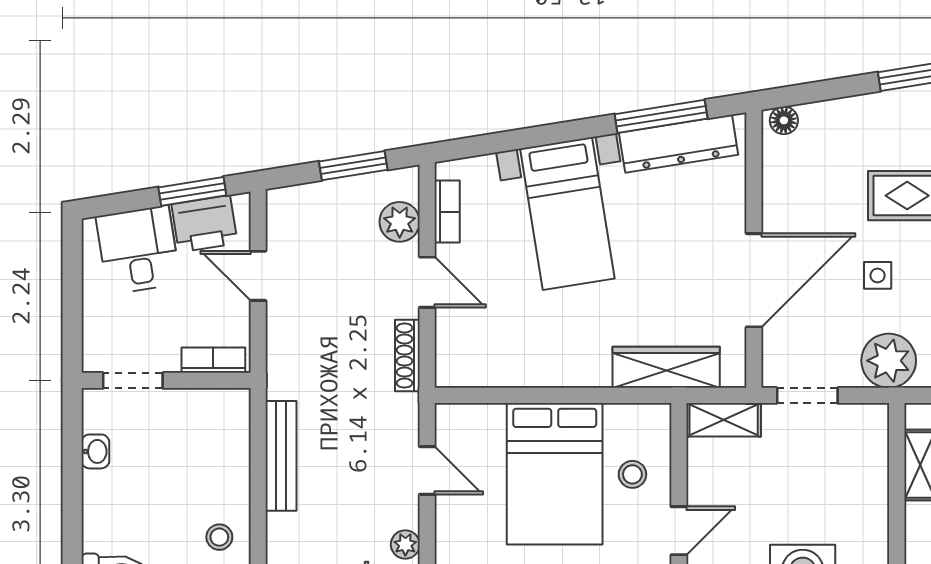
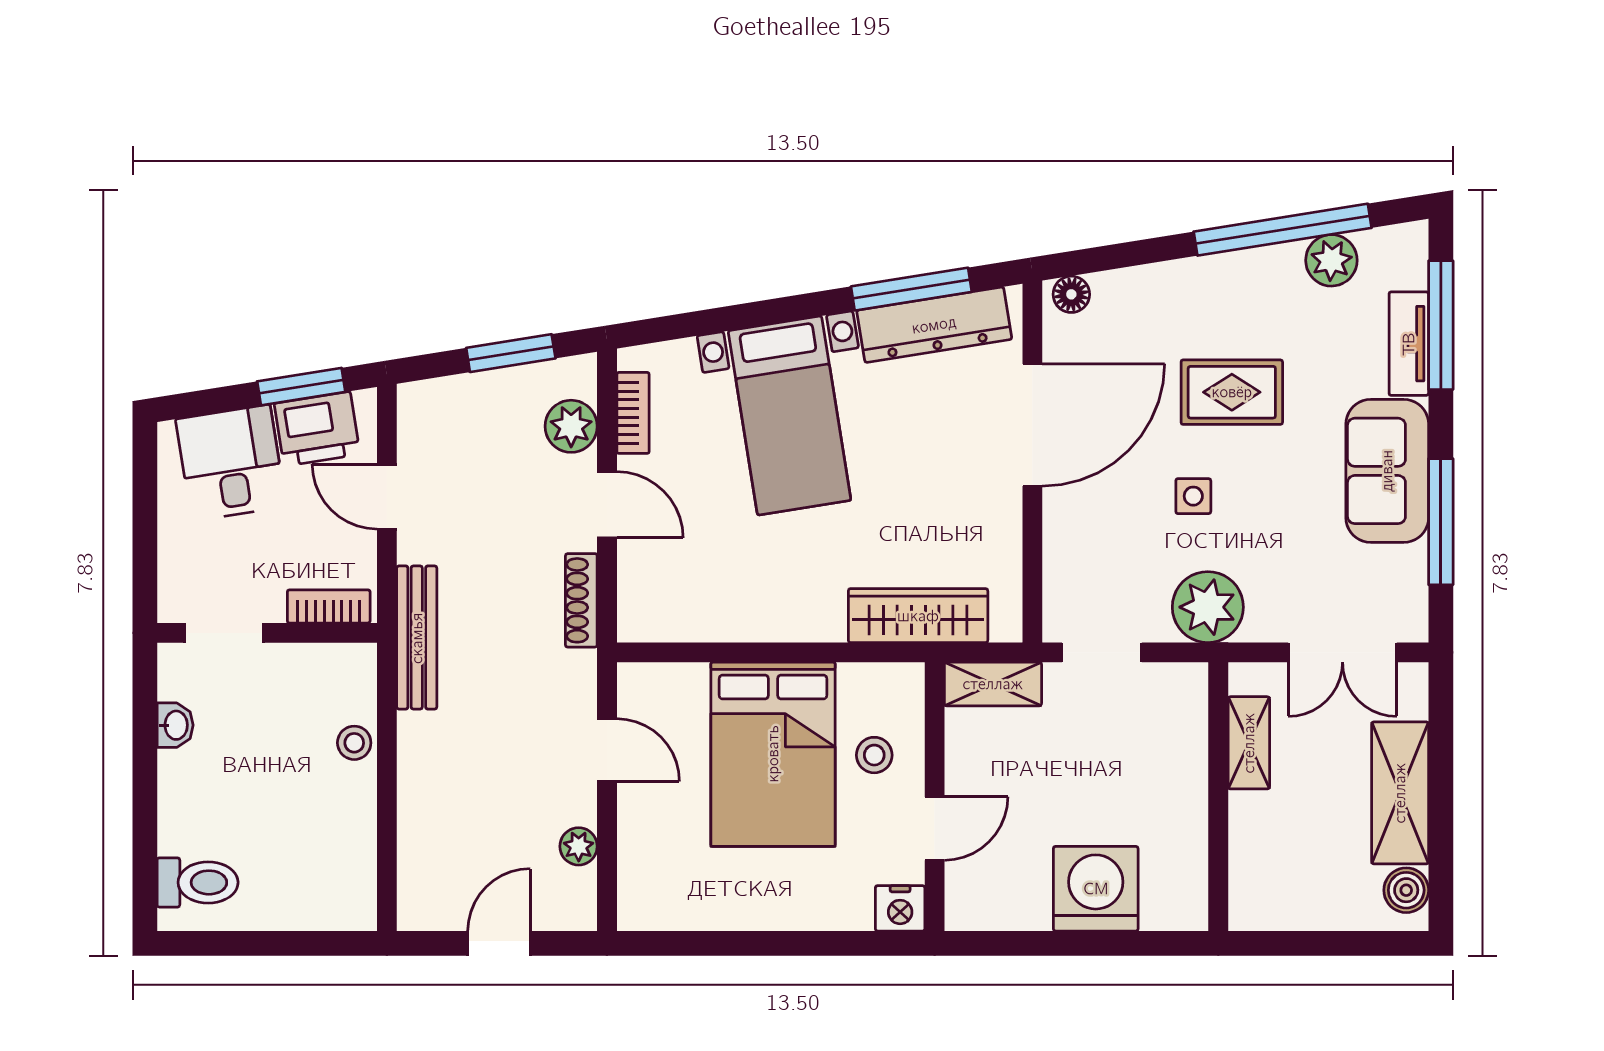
door: (754, 280) -> (1032, 425), moved
bench: (281, 456) -> (417, 638), moved
stool: (219, 537) -> (354, 743), moved

